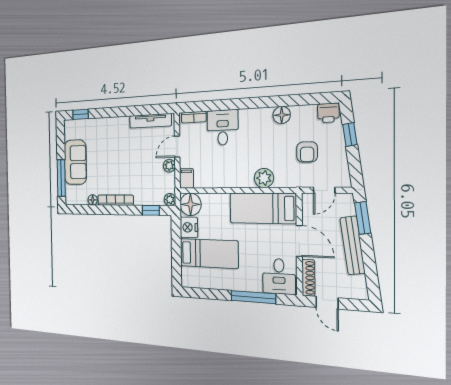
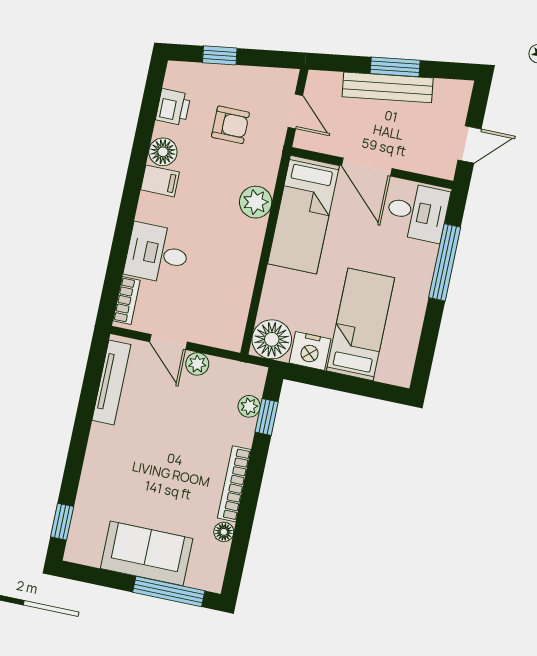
printer: (328, 113) -> (173, 107), moved
filing cabinet: (187, 178) -> (160, 181), moved, turned 180
plant: (170, 200) -> (249, 406), moved
window: (363, 218) -> (395, 67), moved
door: (299, 241) -> (367, 167), swing flipped
shoe rack: (308, 278) -> (427, 165), removed

